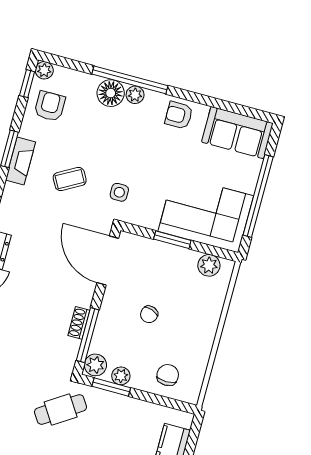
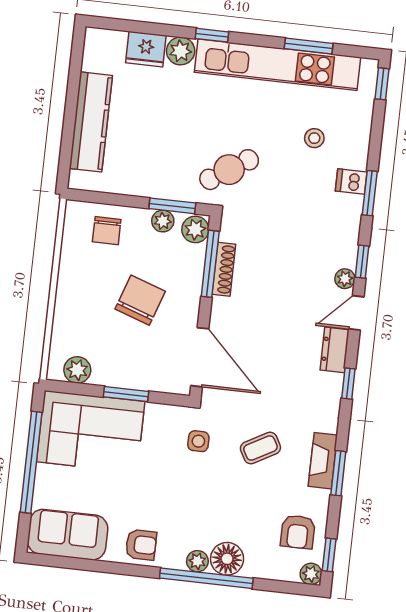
chair: (149, 314) -> (140, 300), width x1.87, depth x1.87
shoe rack: (79, 323) -> (224, 269), width x1.43

